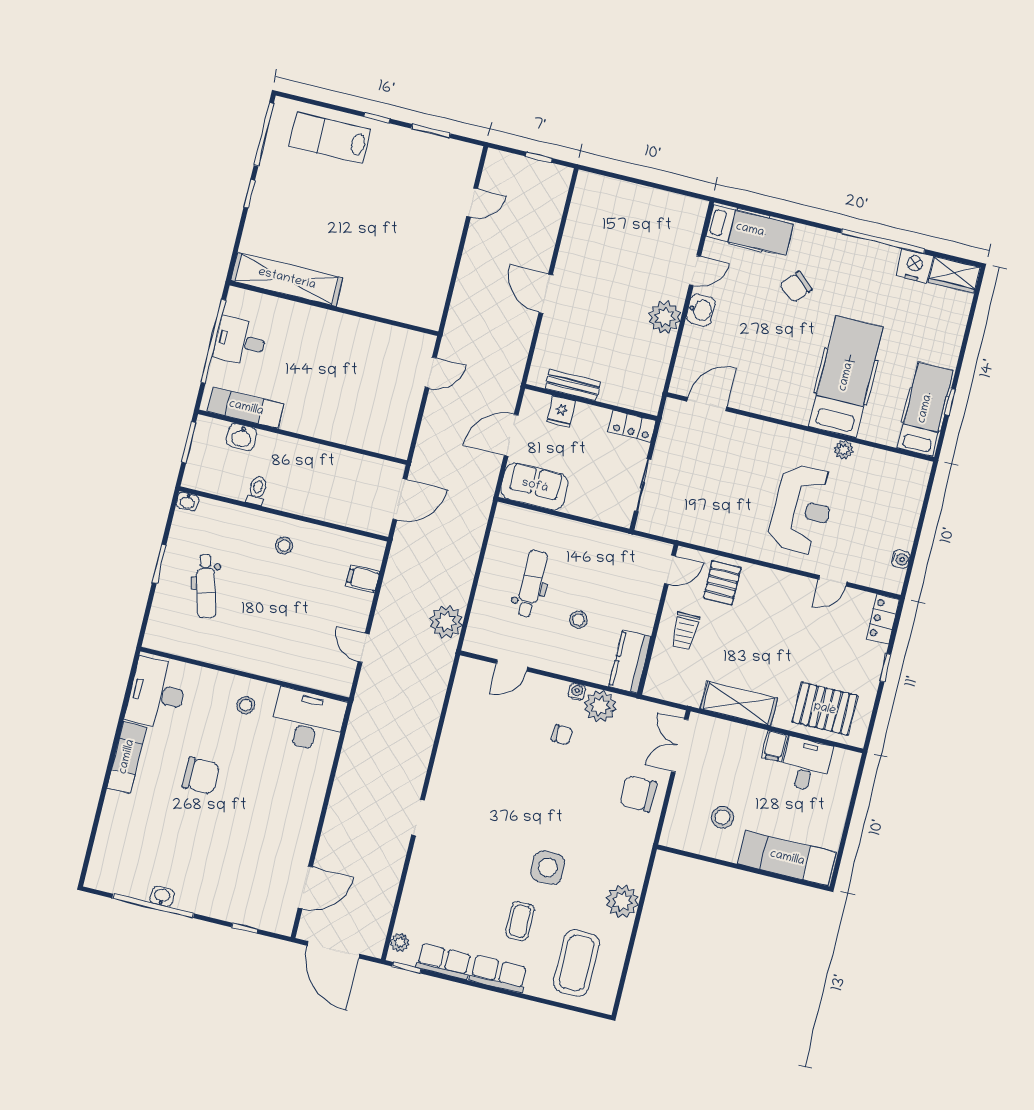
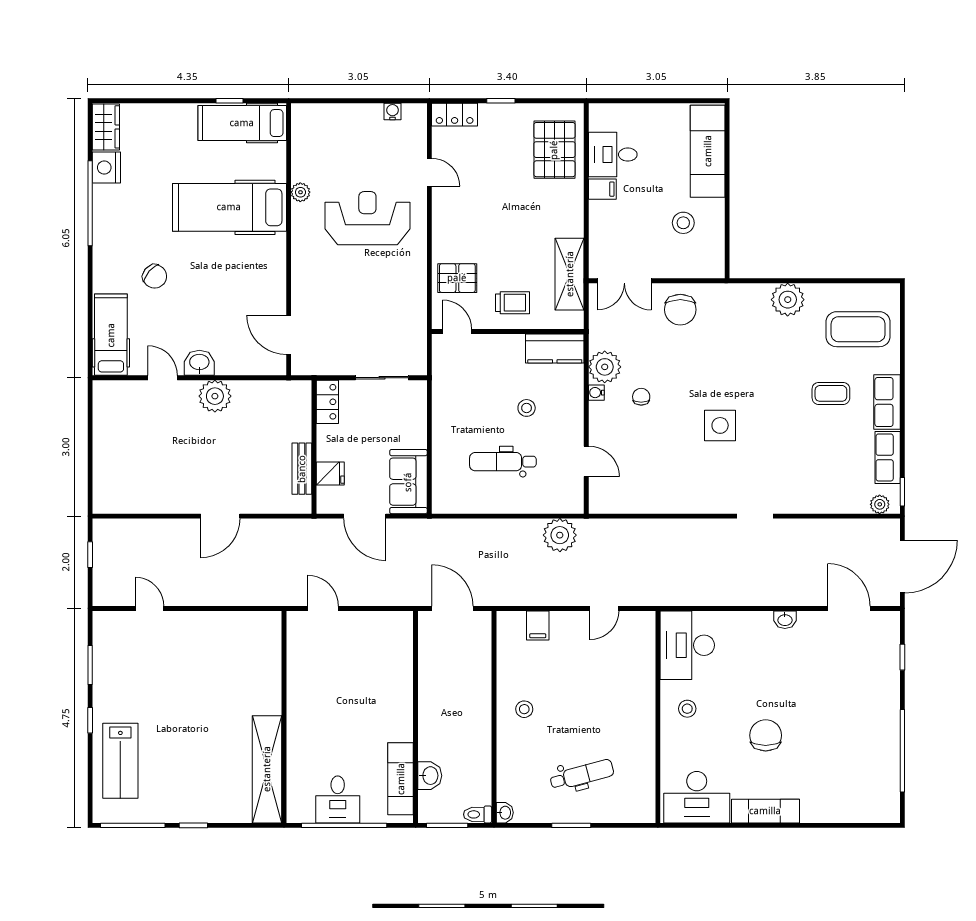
toilet: (257, 491) -> (478, 814), moved
shelving: (739, 703) -> (570, 274), moved
side table: (548, 868) -> (720, 425), moved
washbasin: (162, 896) -> (785, 620), moved, turned -90

